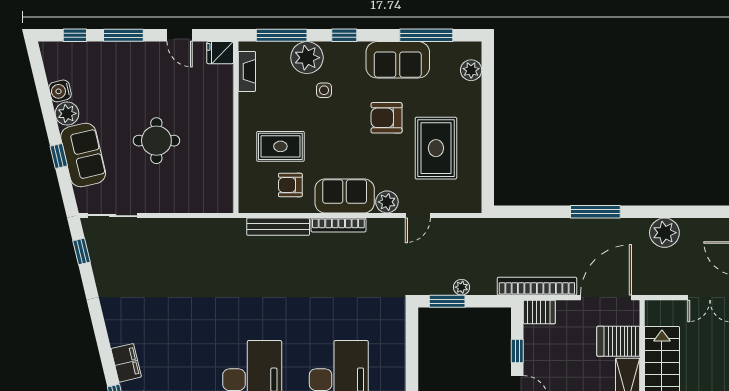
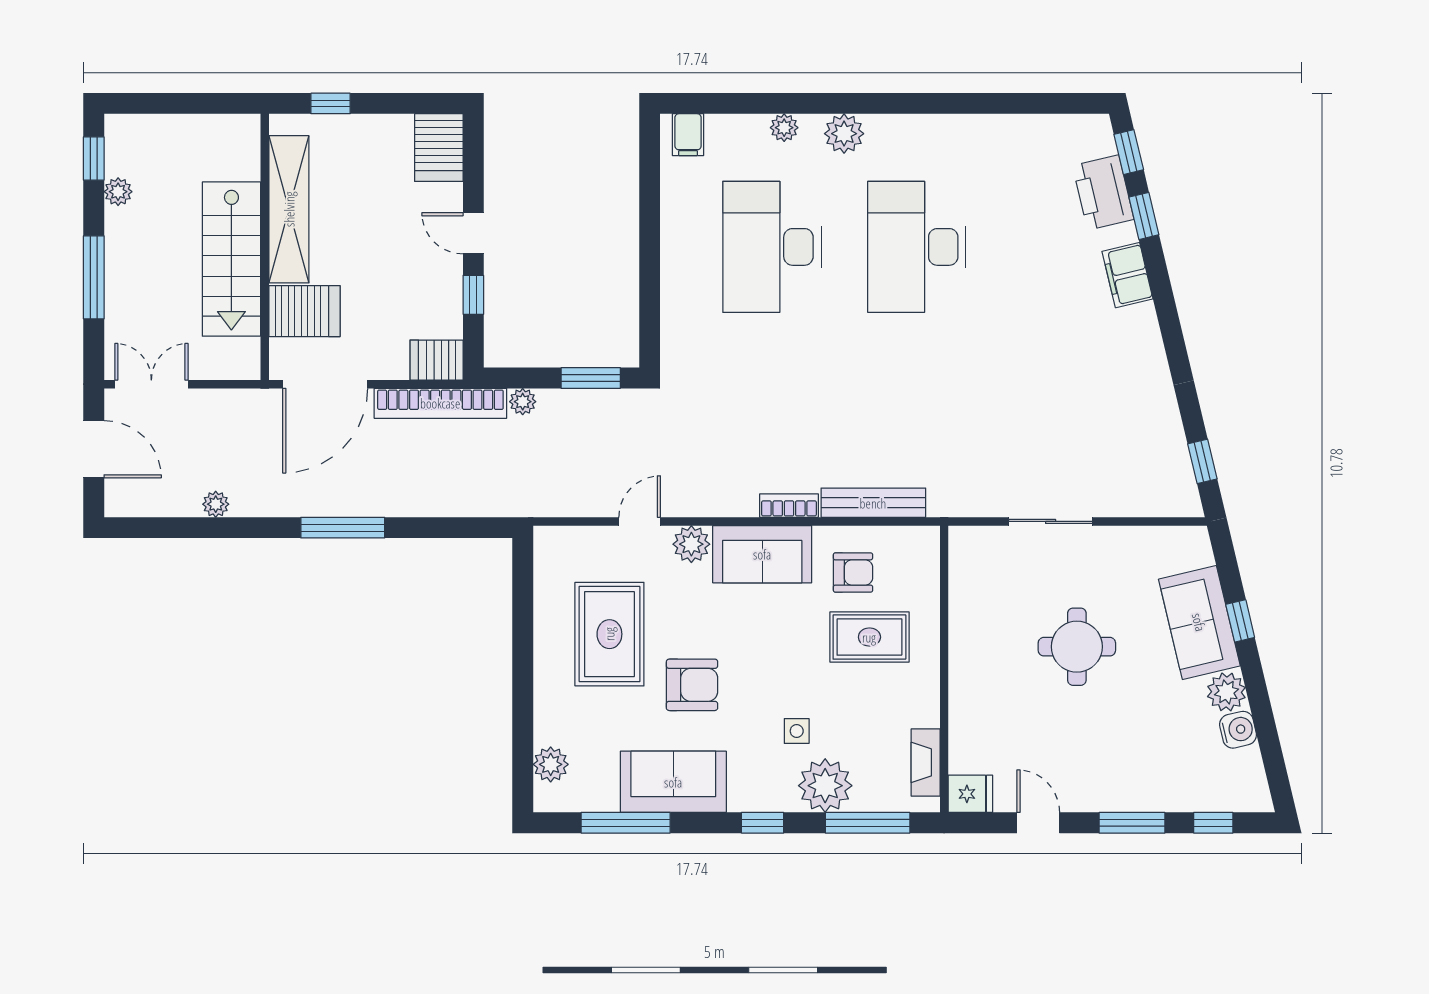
sliding door: (113, 216) -> (1051, 521), moved
bookcase: (338, 225) -> (789, 506), width x0.64
plant: (664, 233) -> (216, 504), width x0.53, depth x0.53
plant: (462, 287) -> (523, 402), moved

